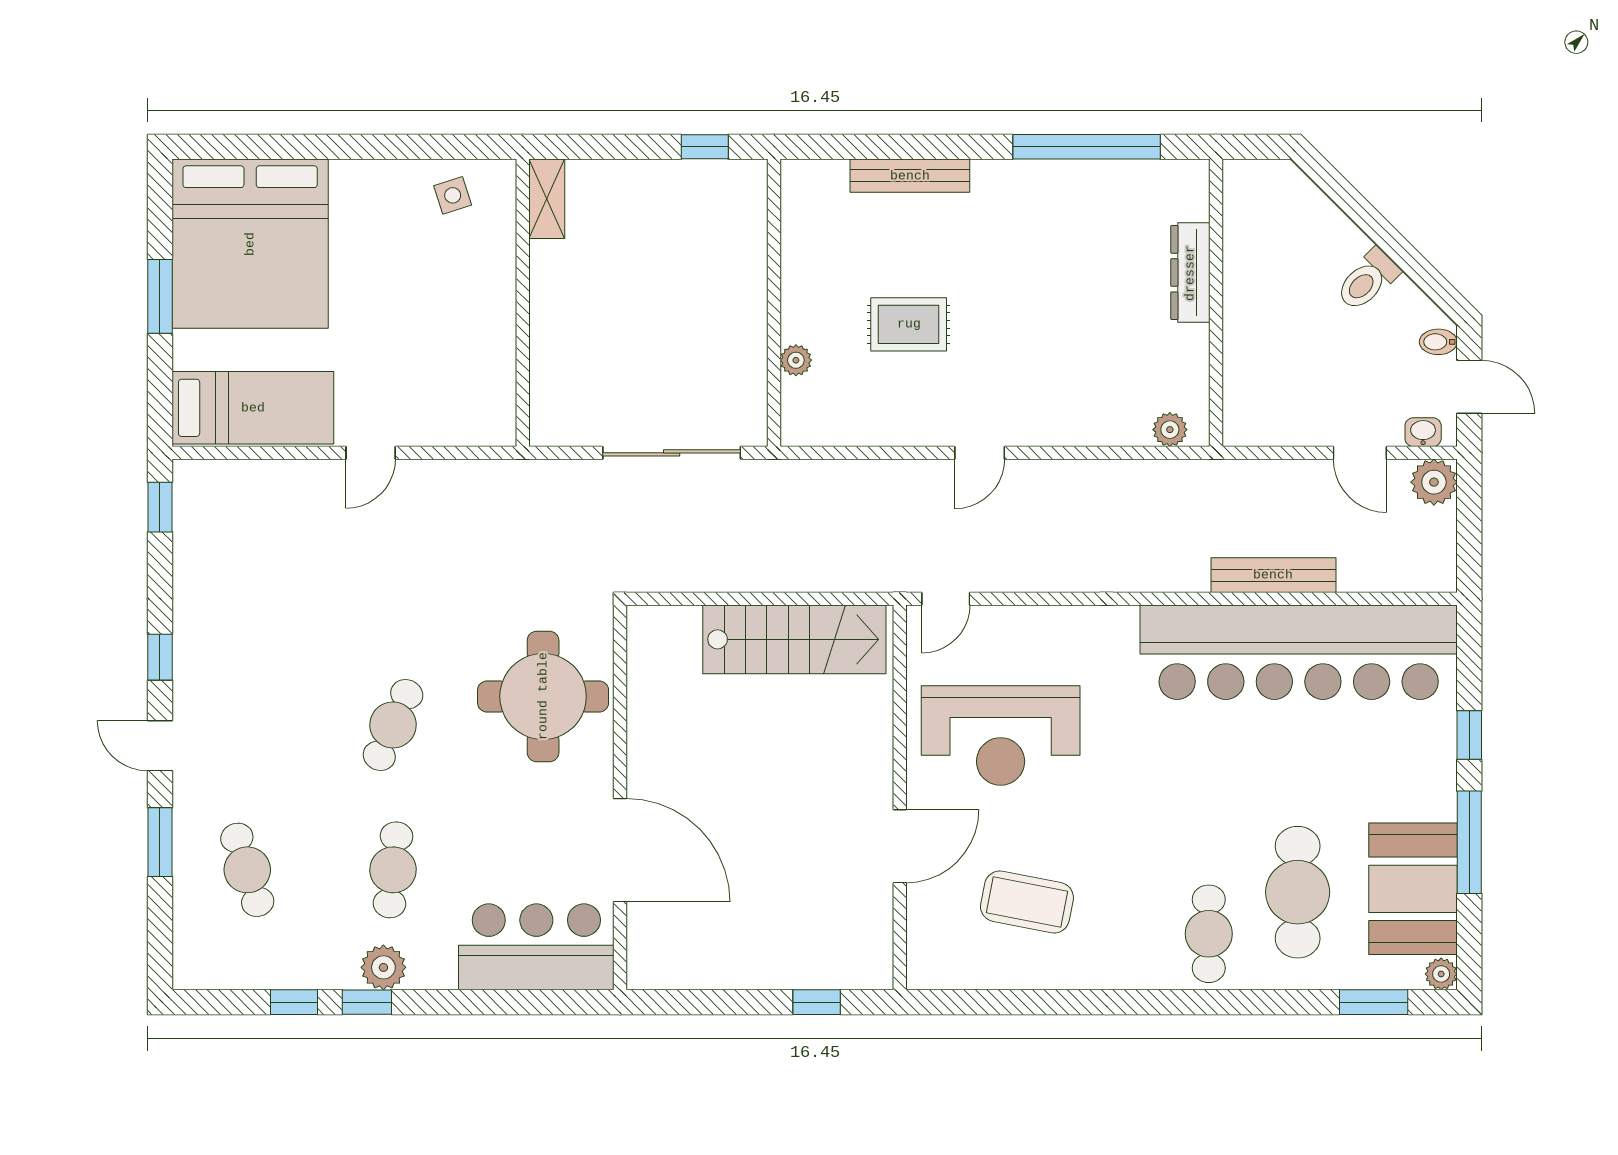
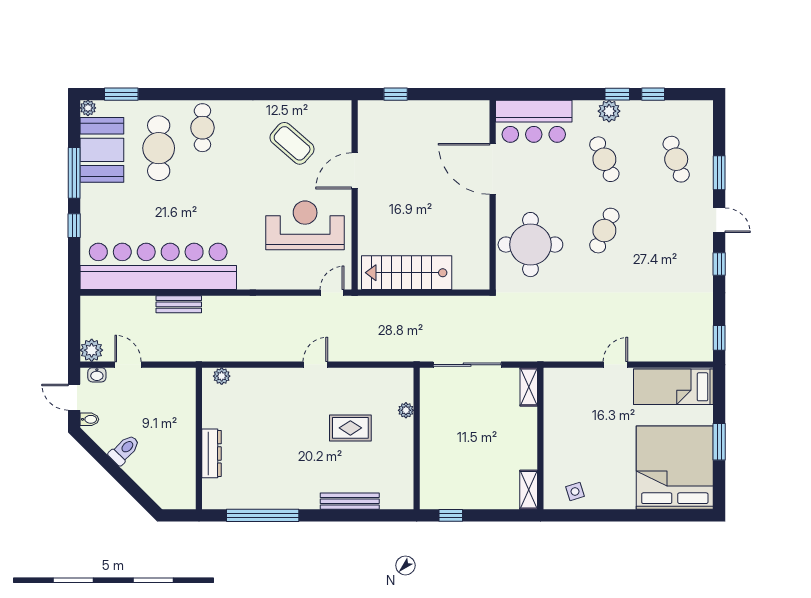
shelving: (546, 408) -> (529, 387), added
bench: (1273, 575) -> (179, 304), width x0.73
cafe table: (393, 870) -> (604, 159), turned -30
coffee table: (1027, 902) -> (292, 143), turned 30

